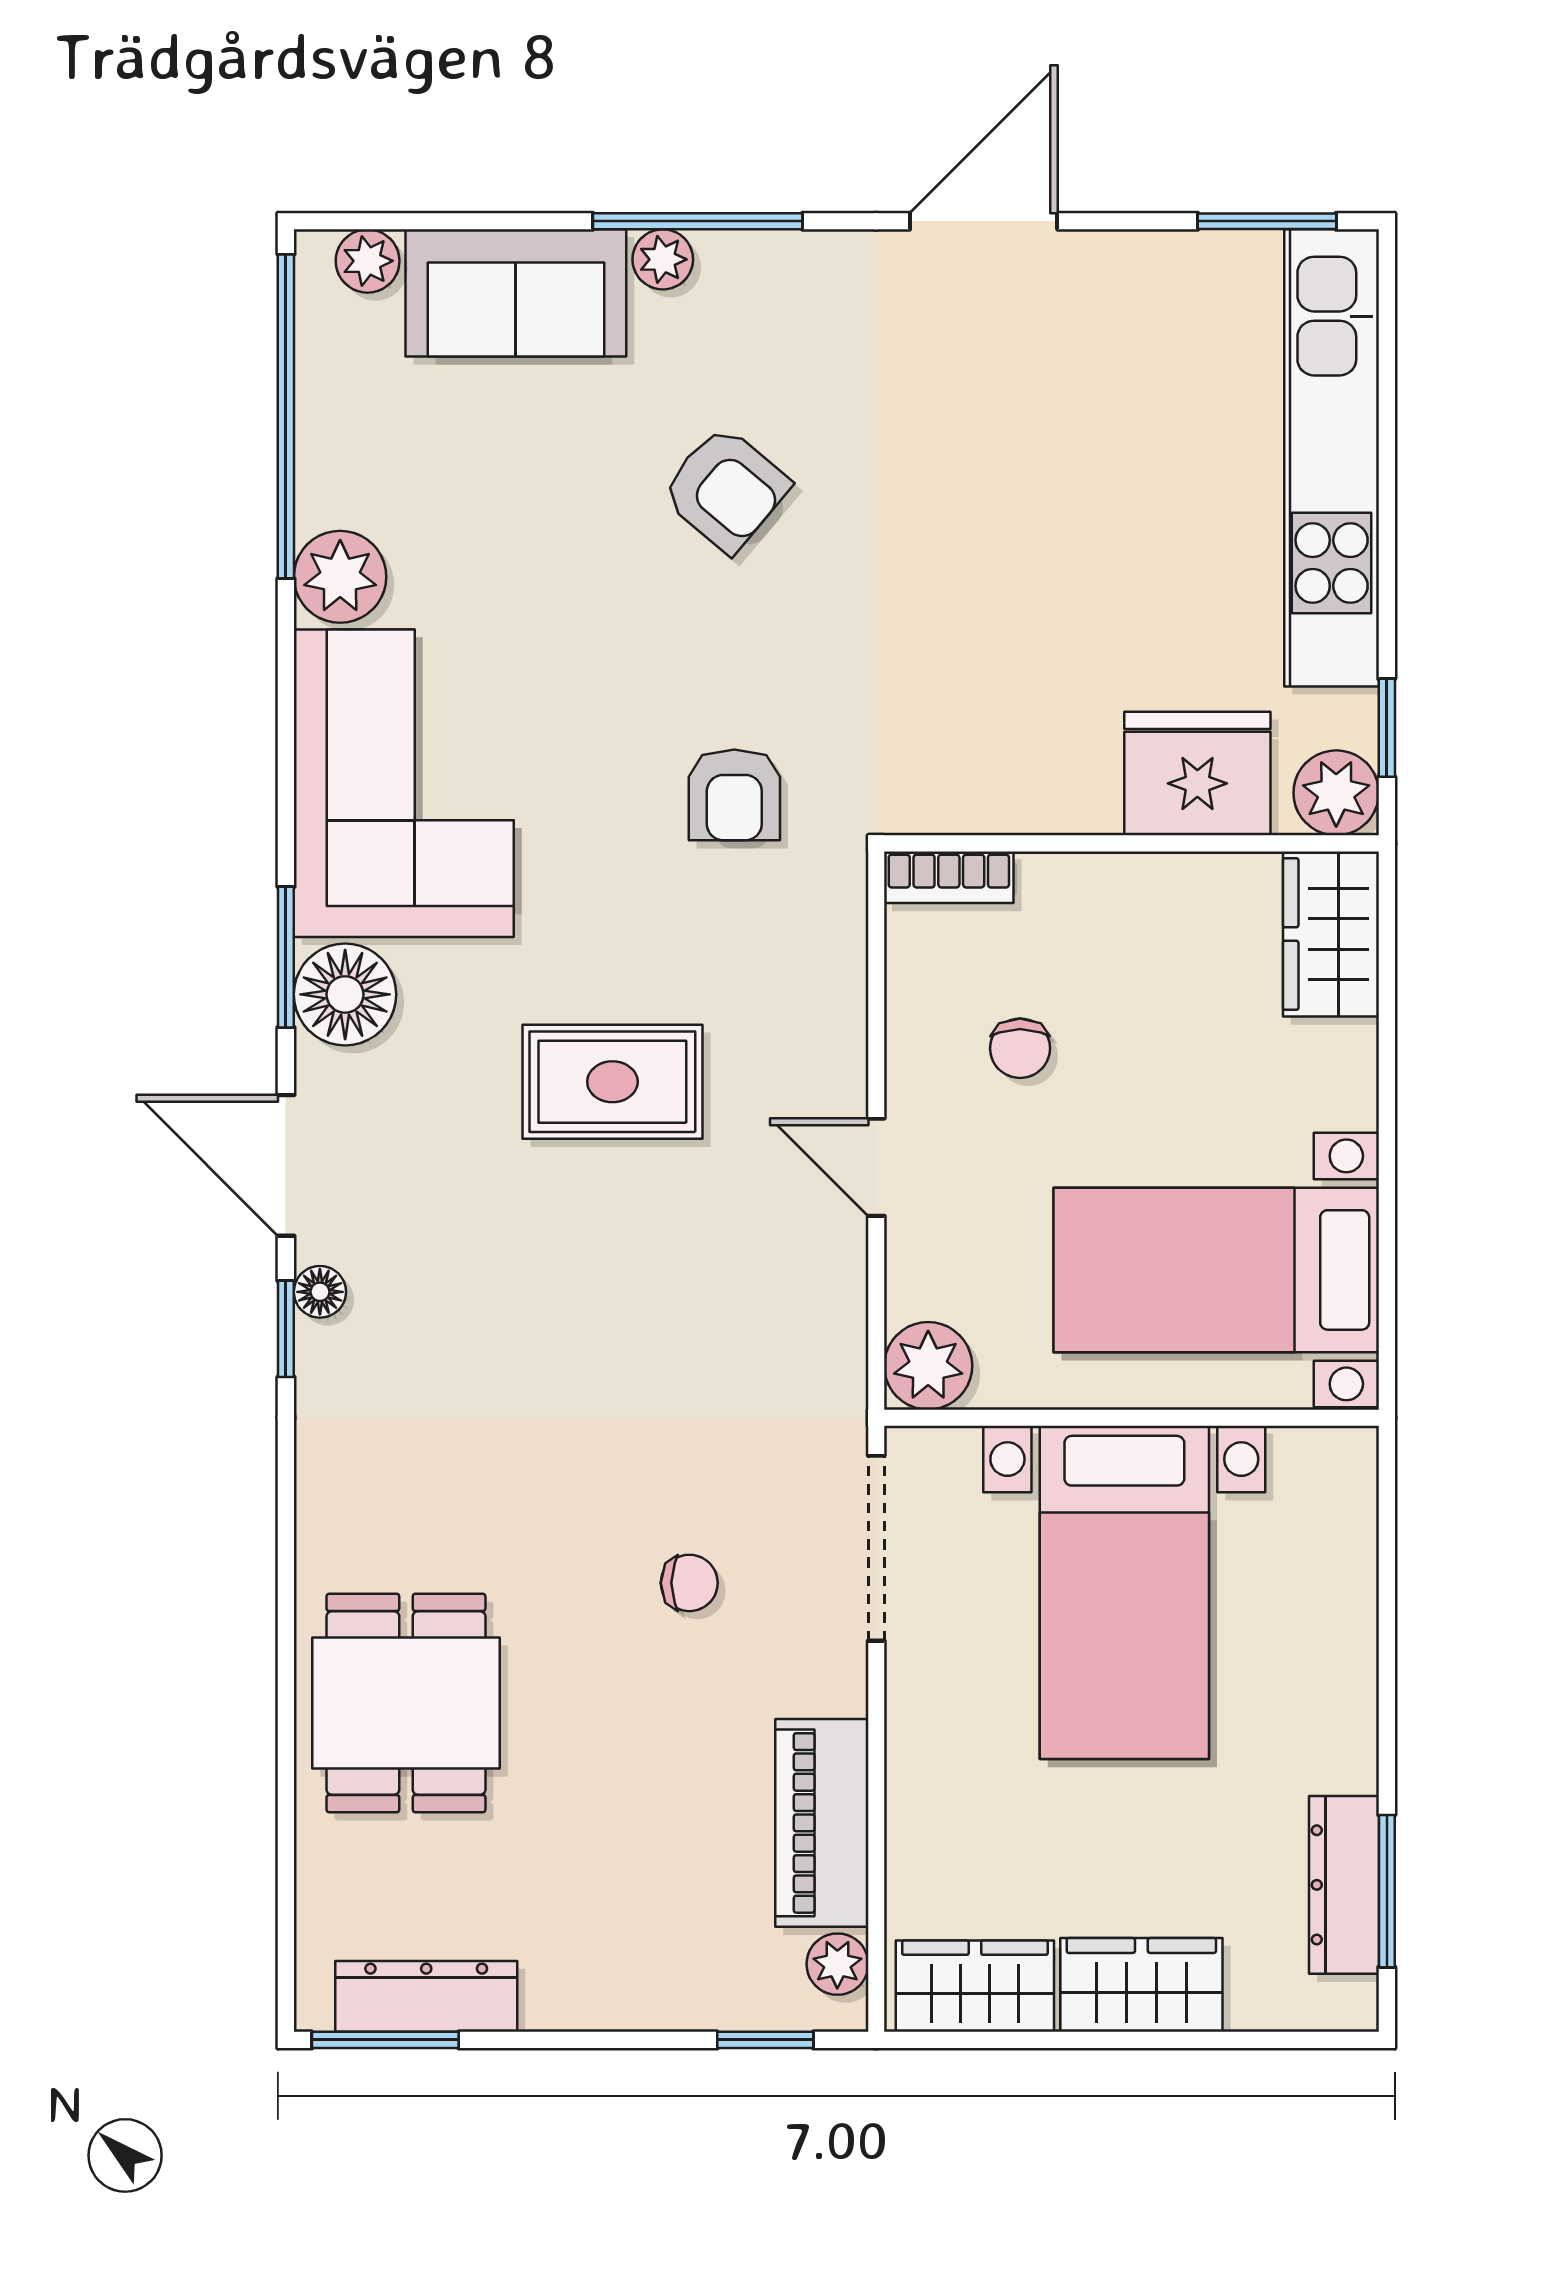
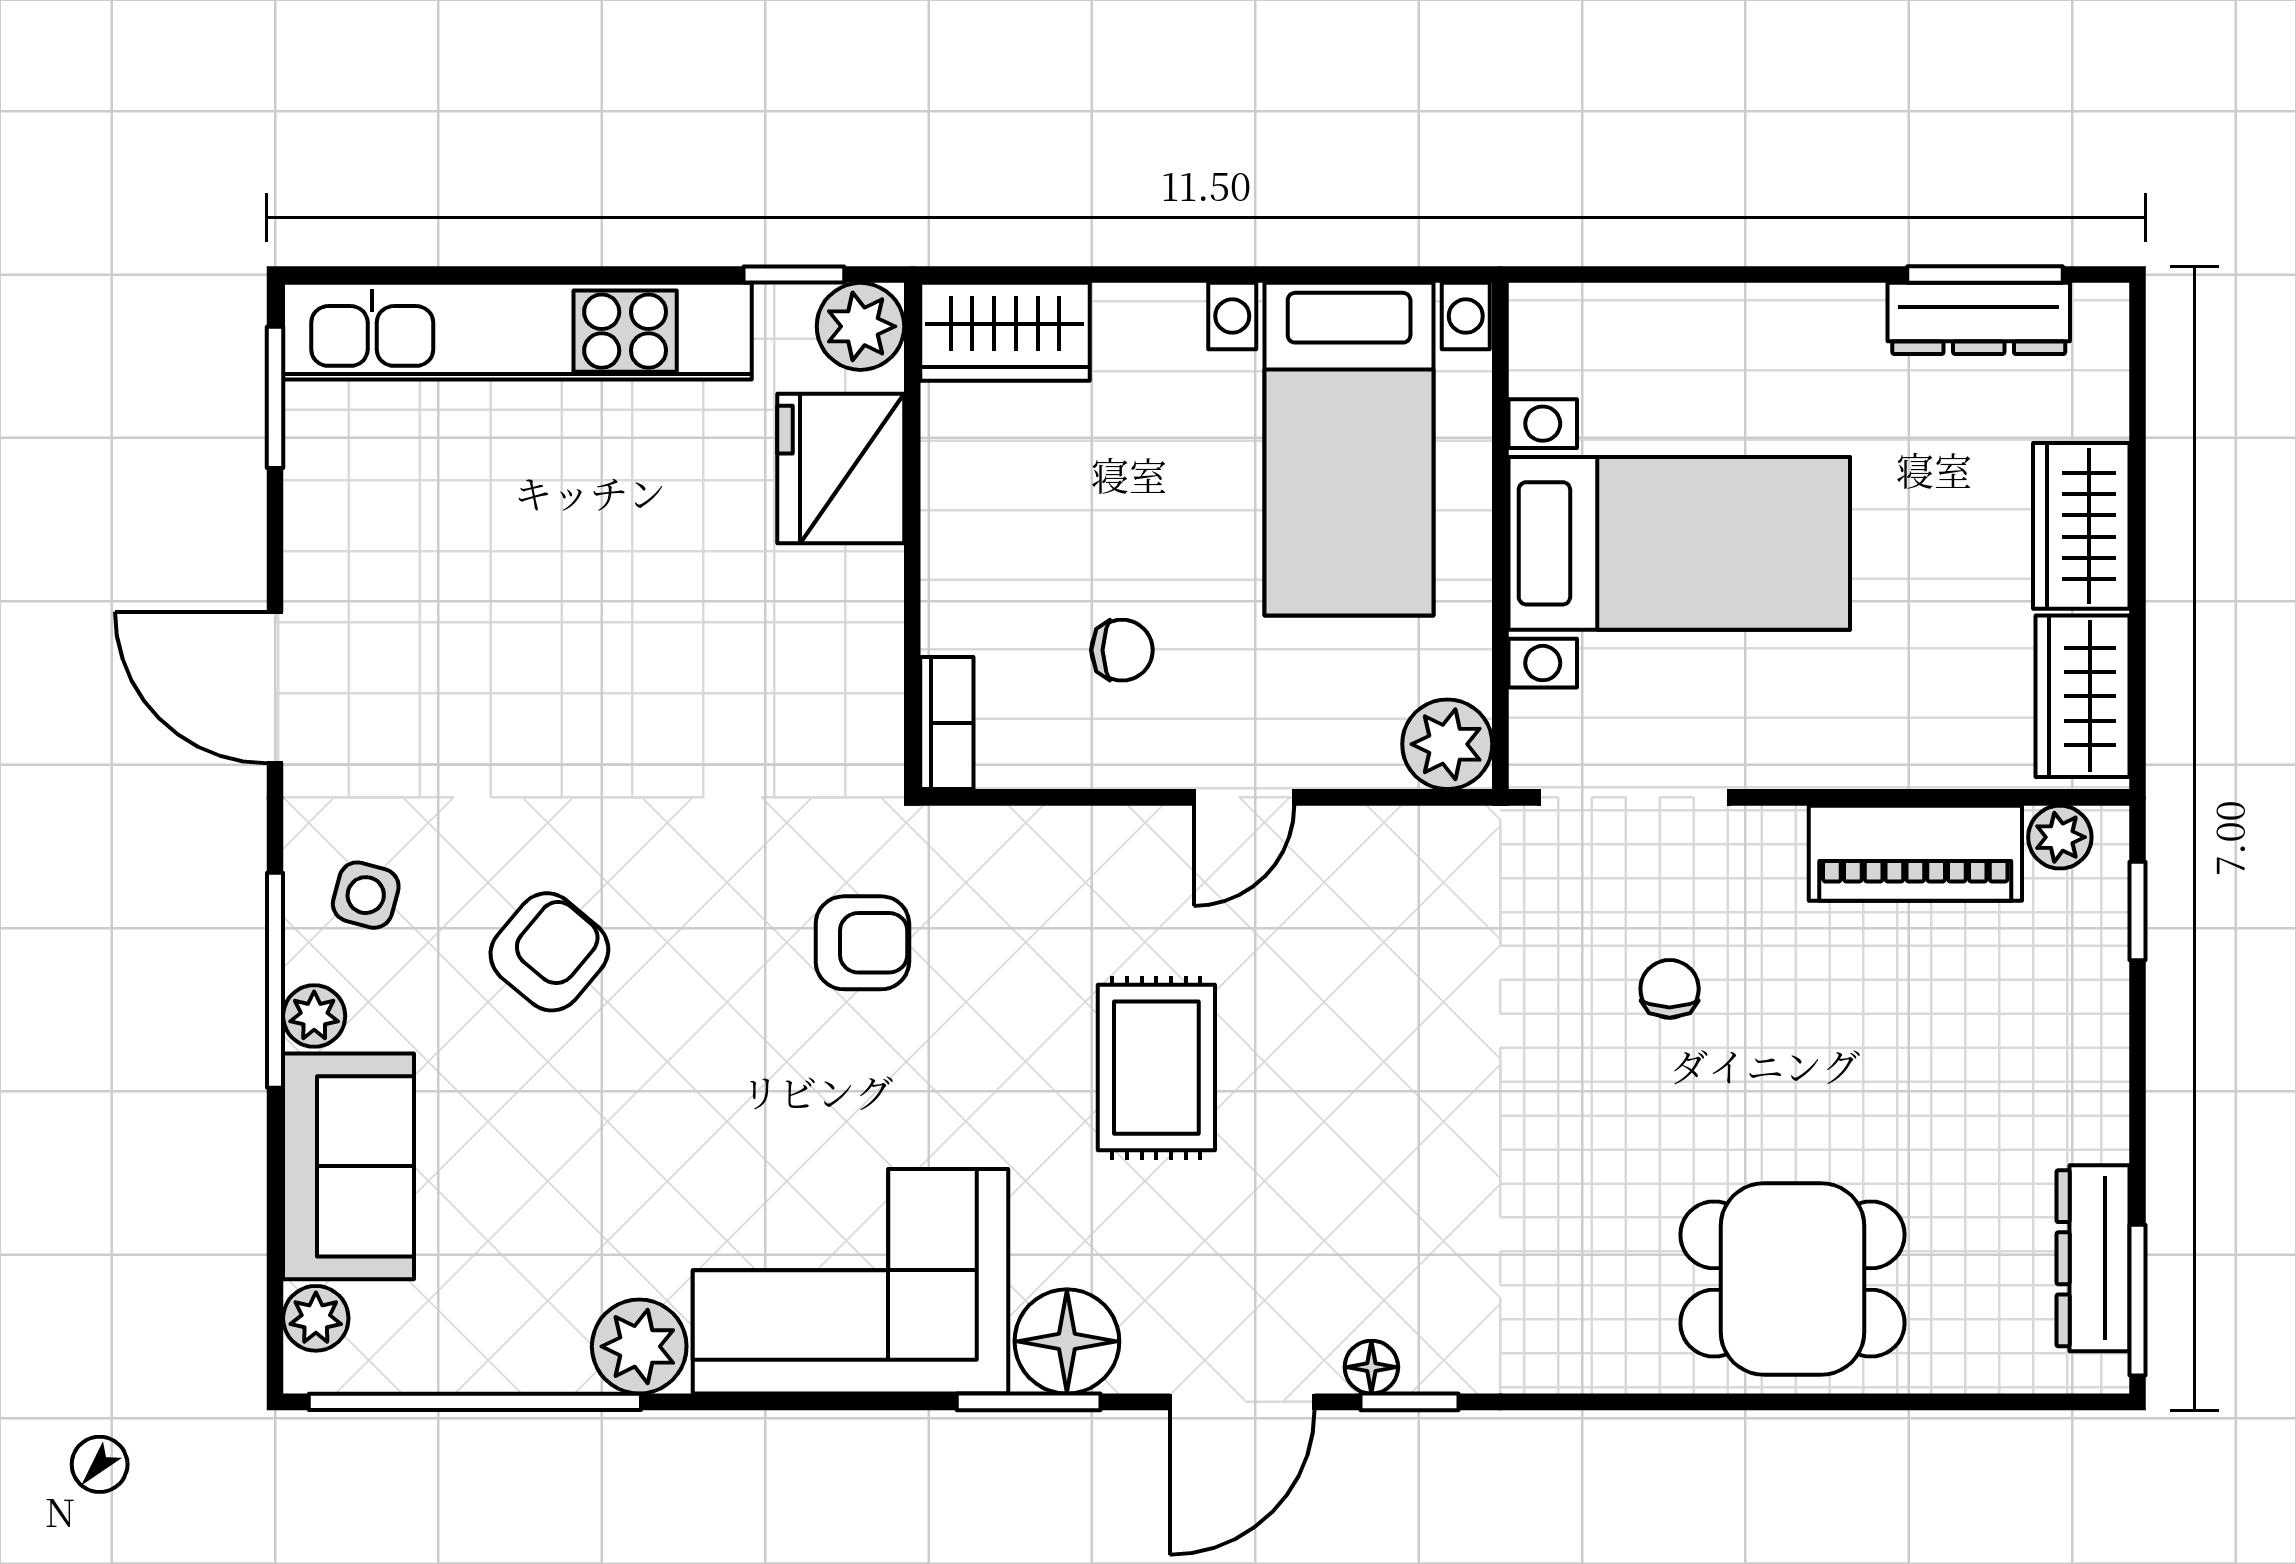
side table: (781, 310) -> (366, 895), added

